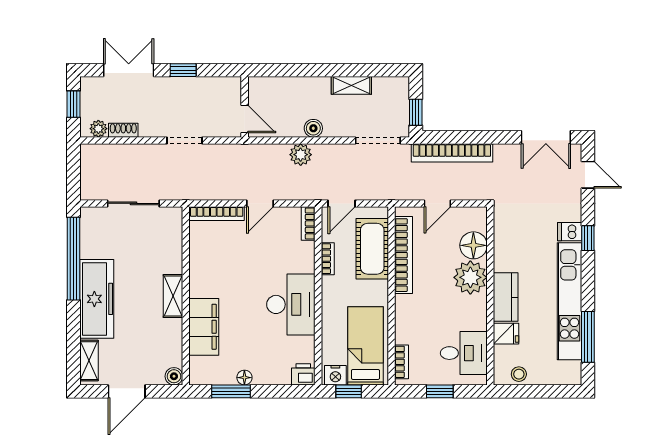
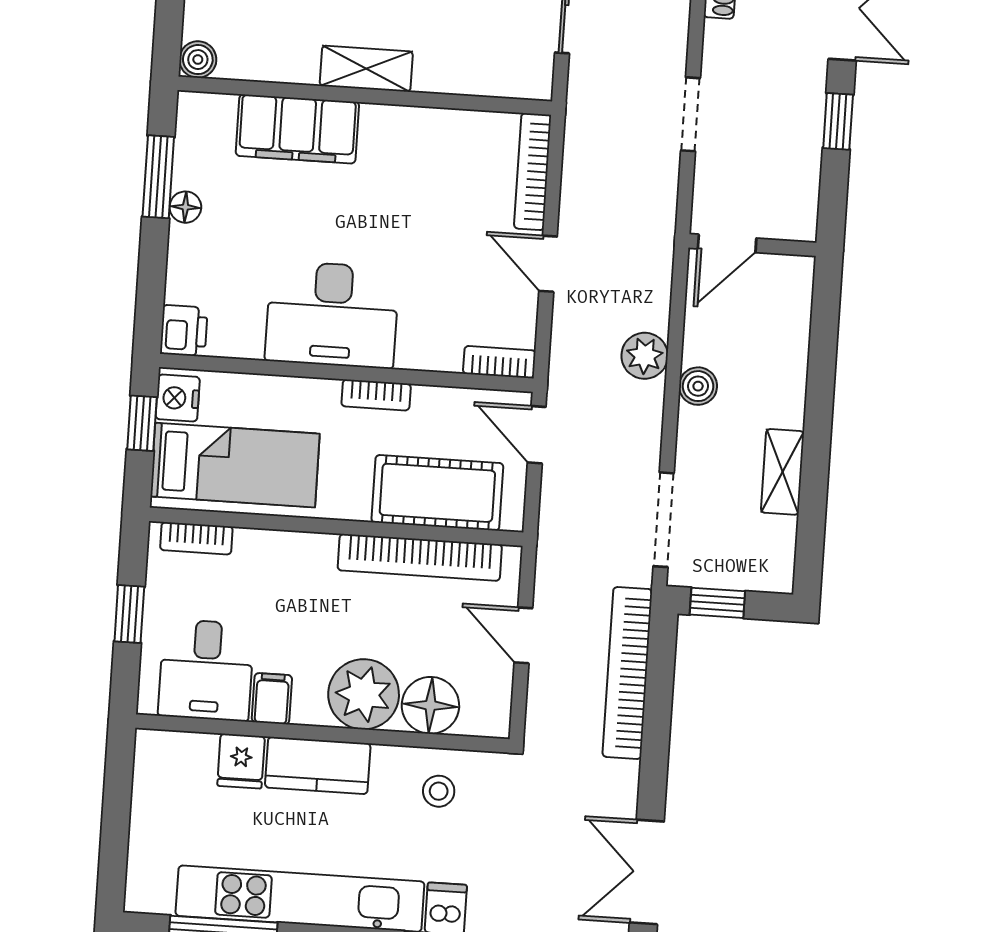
bookcase: (328, 259) -> (376, 395), moved
filing cabinet: (475, 321) -> (272, 699), added
stool: (519, 374) -> (439, 791), moved

